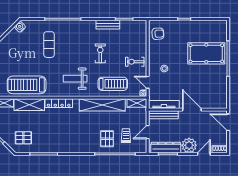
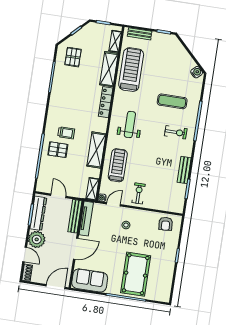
exercise bike: (100, 53) -> (176, 132), moved
treadmill: (113, 84) -> (118, 165), turned 180
sofa: (218, 93) -> (90, 280), added
shelving: (102, 105) -> (96, 150), width x0.68
trolley: (126, 136) -> (66, 133), moved

